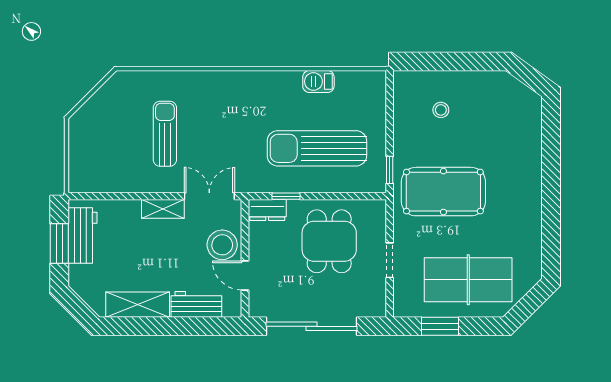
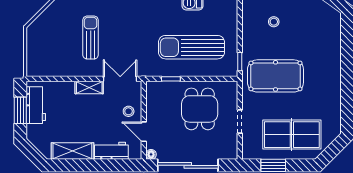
dresser: (267, 210) -> (158, 88), removed
stool: (222, 245) -> (129, 111), width x0.53, depth x0.53
floor lamp: (256, 310) -> (151, 154), added

